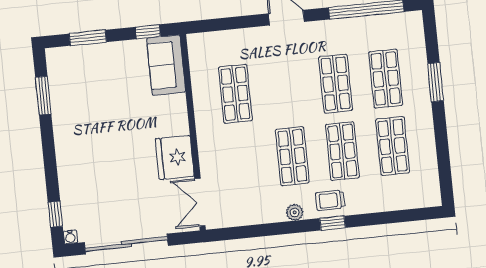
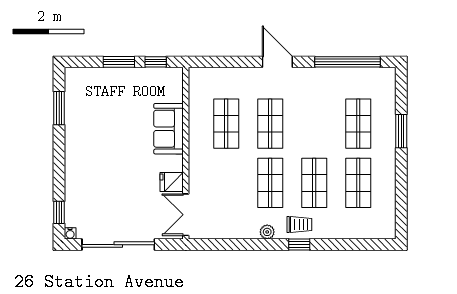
window: (88, 38) -> (119, 62), moved
sofa: (166, 65) -> (169, 129), moved
shop shelf: (336, 84) -> (270, 124), moved
fridge: (175, 157) -> (172, 182), width x0.53, depth x0.75
trolley: (330, 200) -> (299, 224), turned 180

